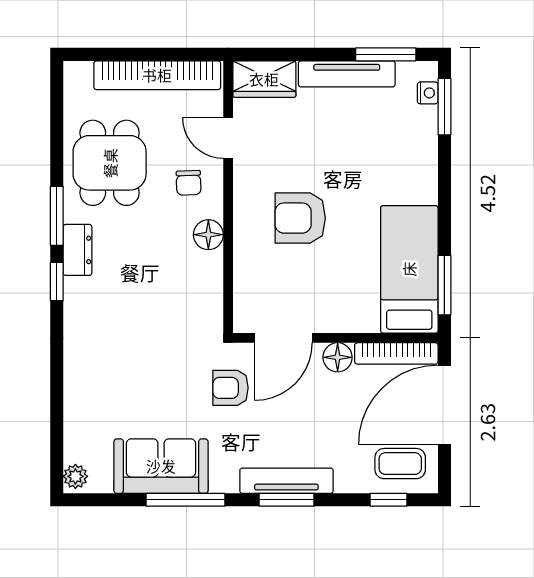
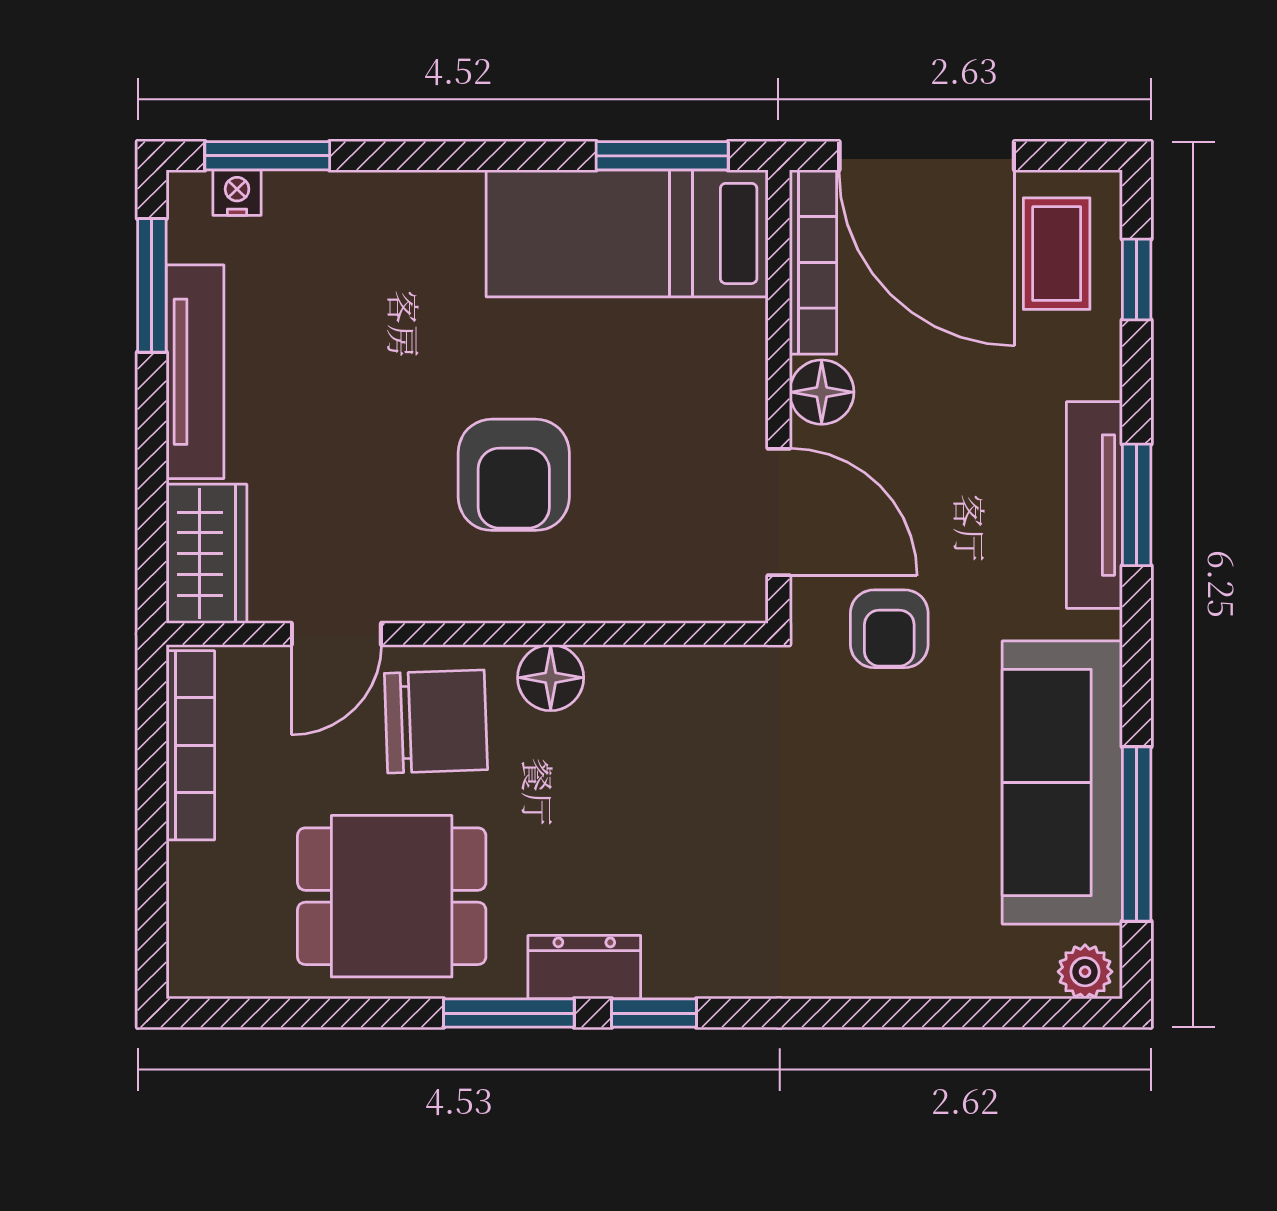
bookcase: (157, 75) -> (190, 745), width x0.68, depth x0.76
chair: (189, 183) -> (436, 721), width x1.87, depth x1.87
sofa: (161, 466) -> (1062, 783), width x1.36
window: (185, 500) -> (1137, 834), moved

